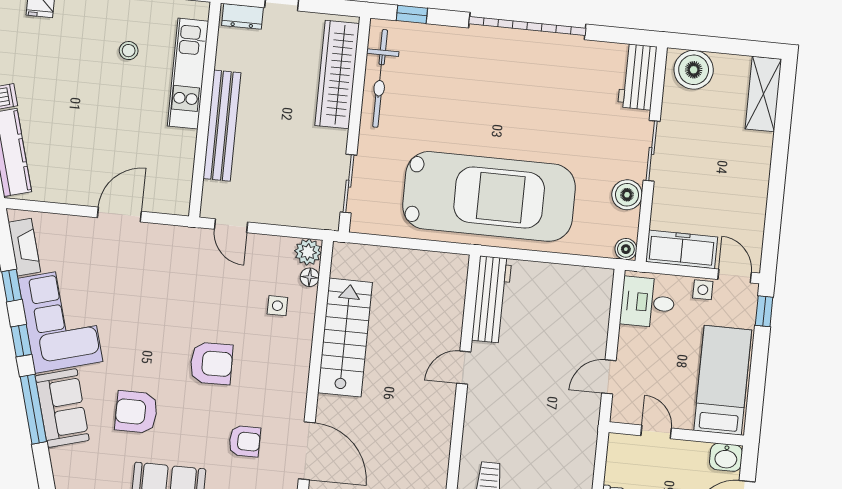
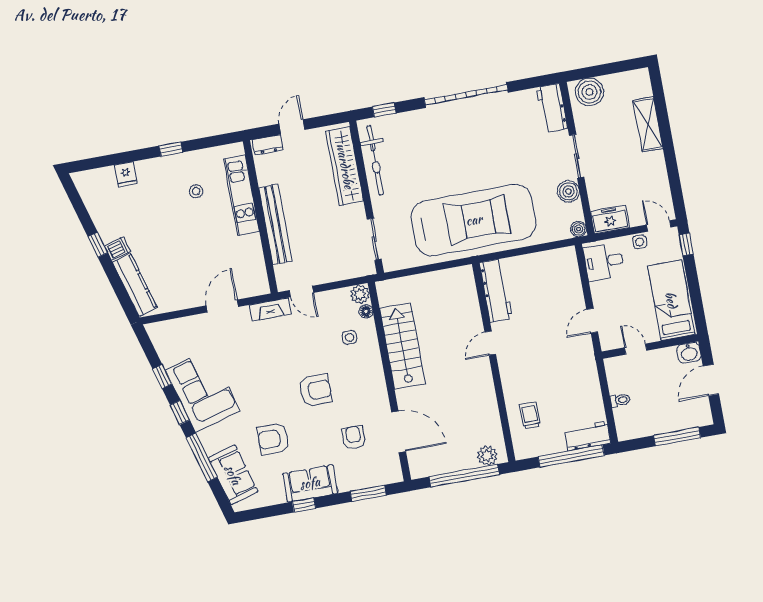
shelving: (763, 94) -> (648, 124), moved
fireplace: (24, 247) -> (270, 309), moved, turned 106
freezer: (682, 249) -> (610, 220), width x0.71
sofa: (62, 408) -> (233, 475), moved
armchair: (245, 441) -> (354, 437), turned -90

